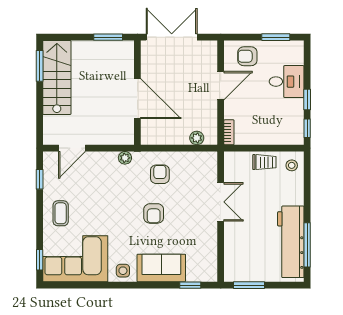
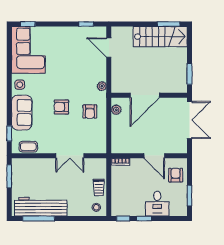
plant: (197, 138) -> (116, 110), moved
armchair: (160, 174) -> (90, 112), turned 90
coffee table: (61, 213) -> (28, 147), moved

